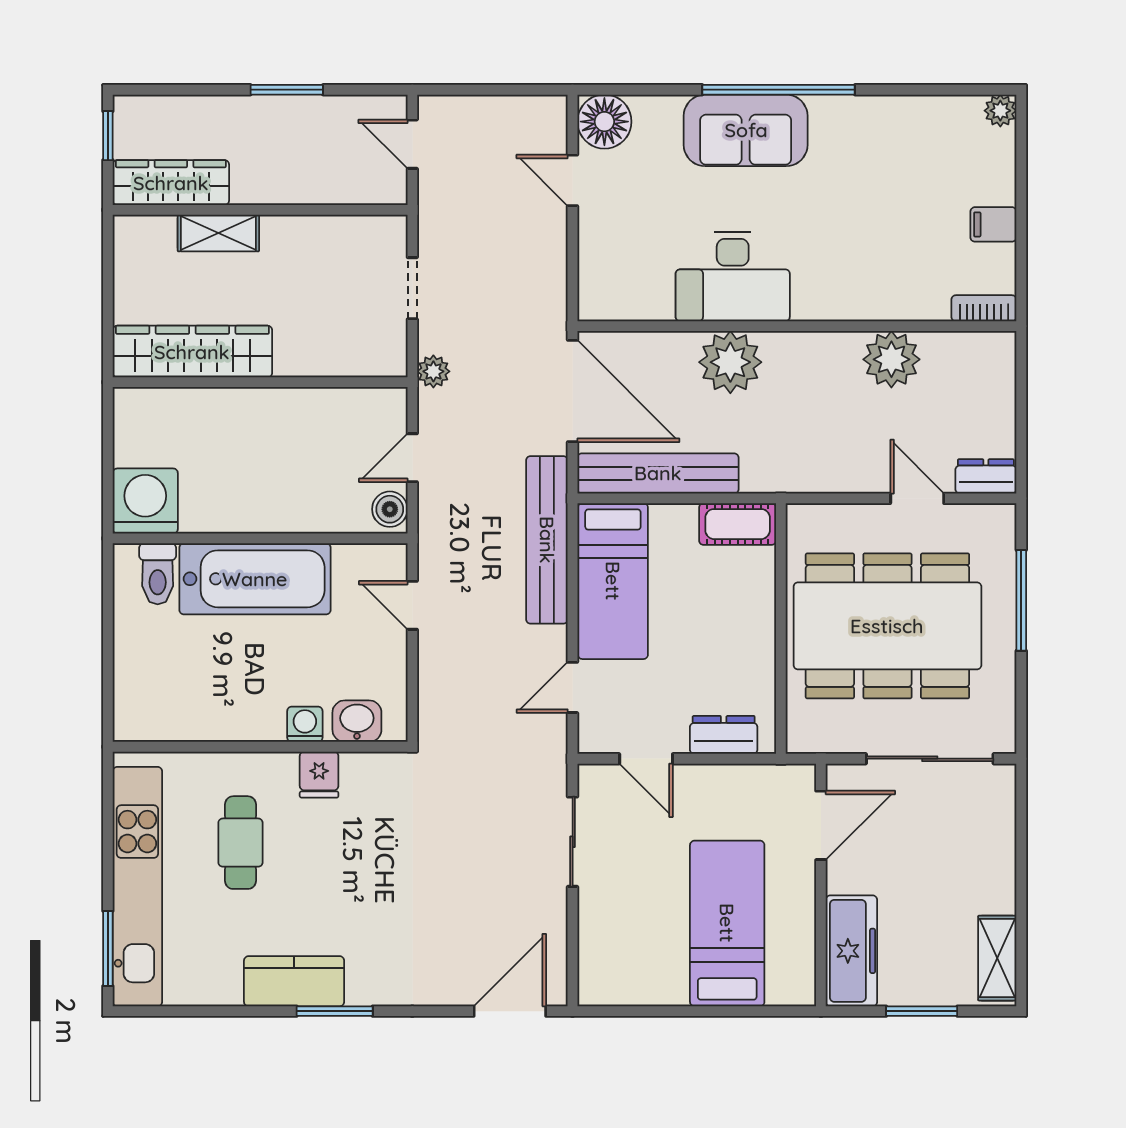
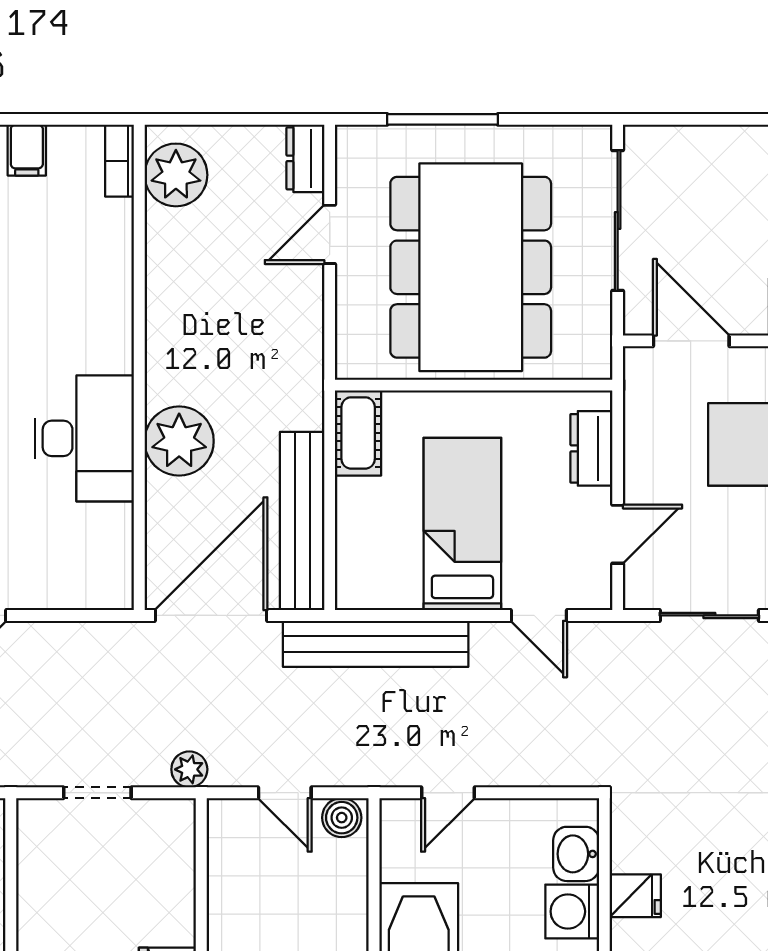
plant: (891, 359) -> (176, 175), moved
bed: (613, 581) -> (462, 524), moved, turned -90
washing machine: (305, 724) -> (572, 911), width x1.38, depth x1.38

